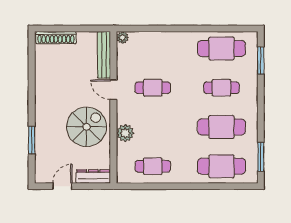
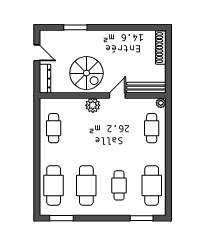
cafe table: (153, 88) -> (152, 128), moved
plant: (125, 133) -> (93, 105), moved

